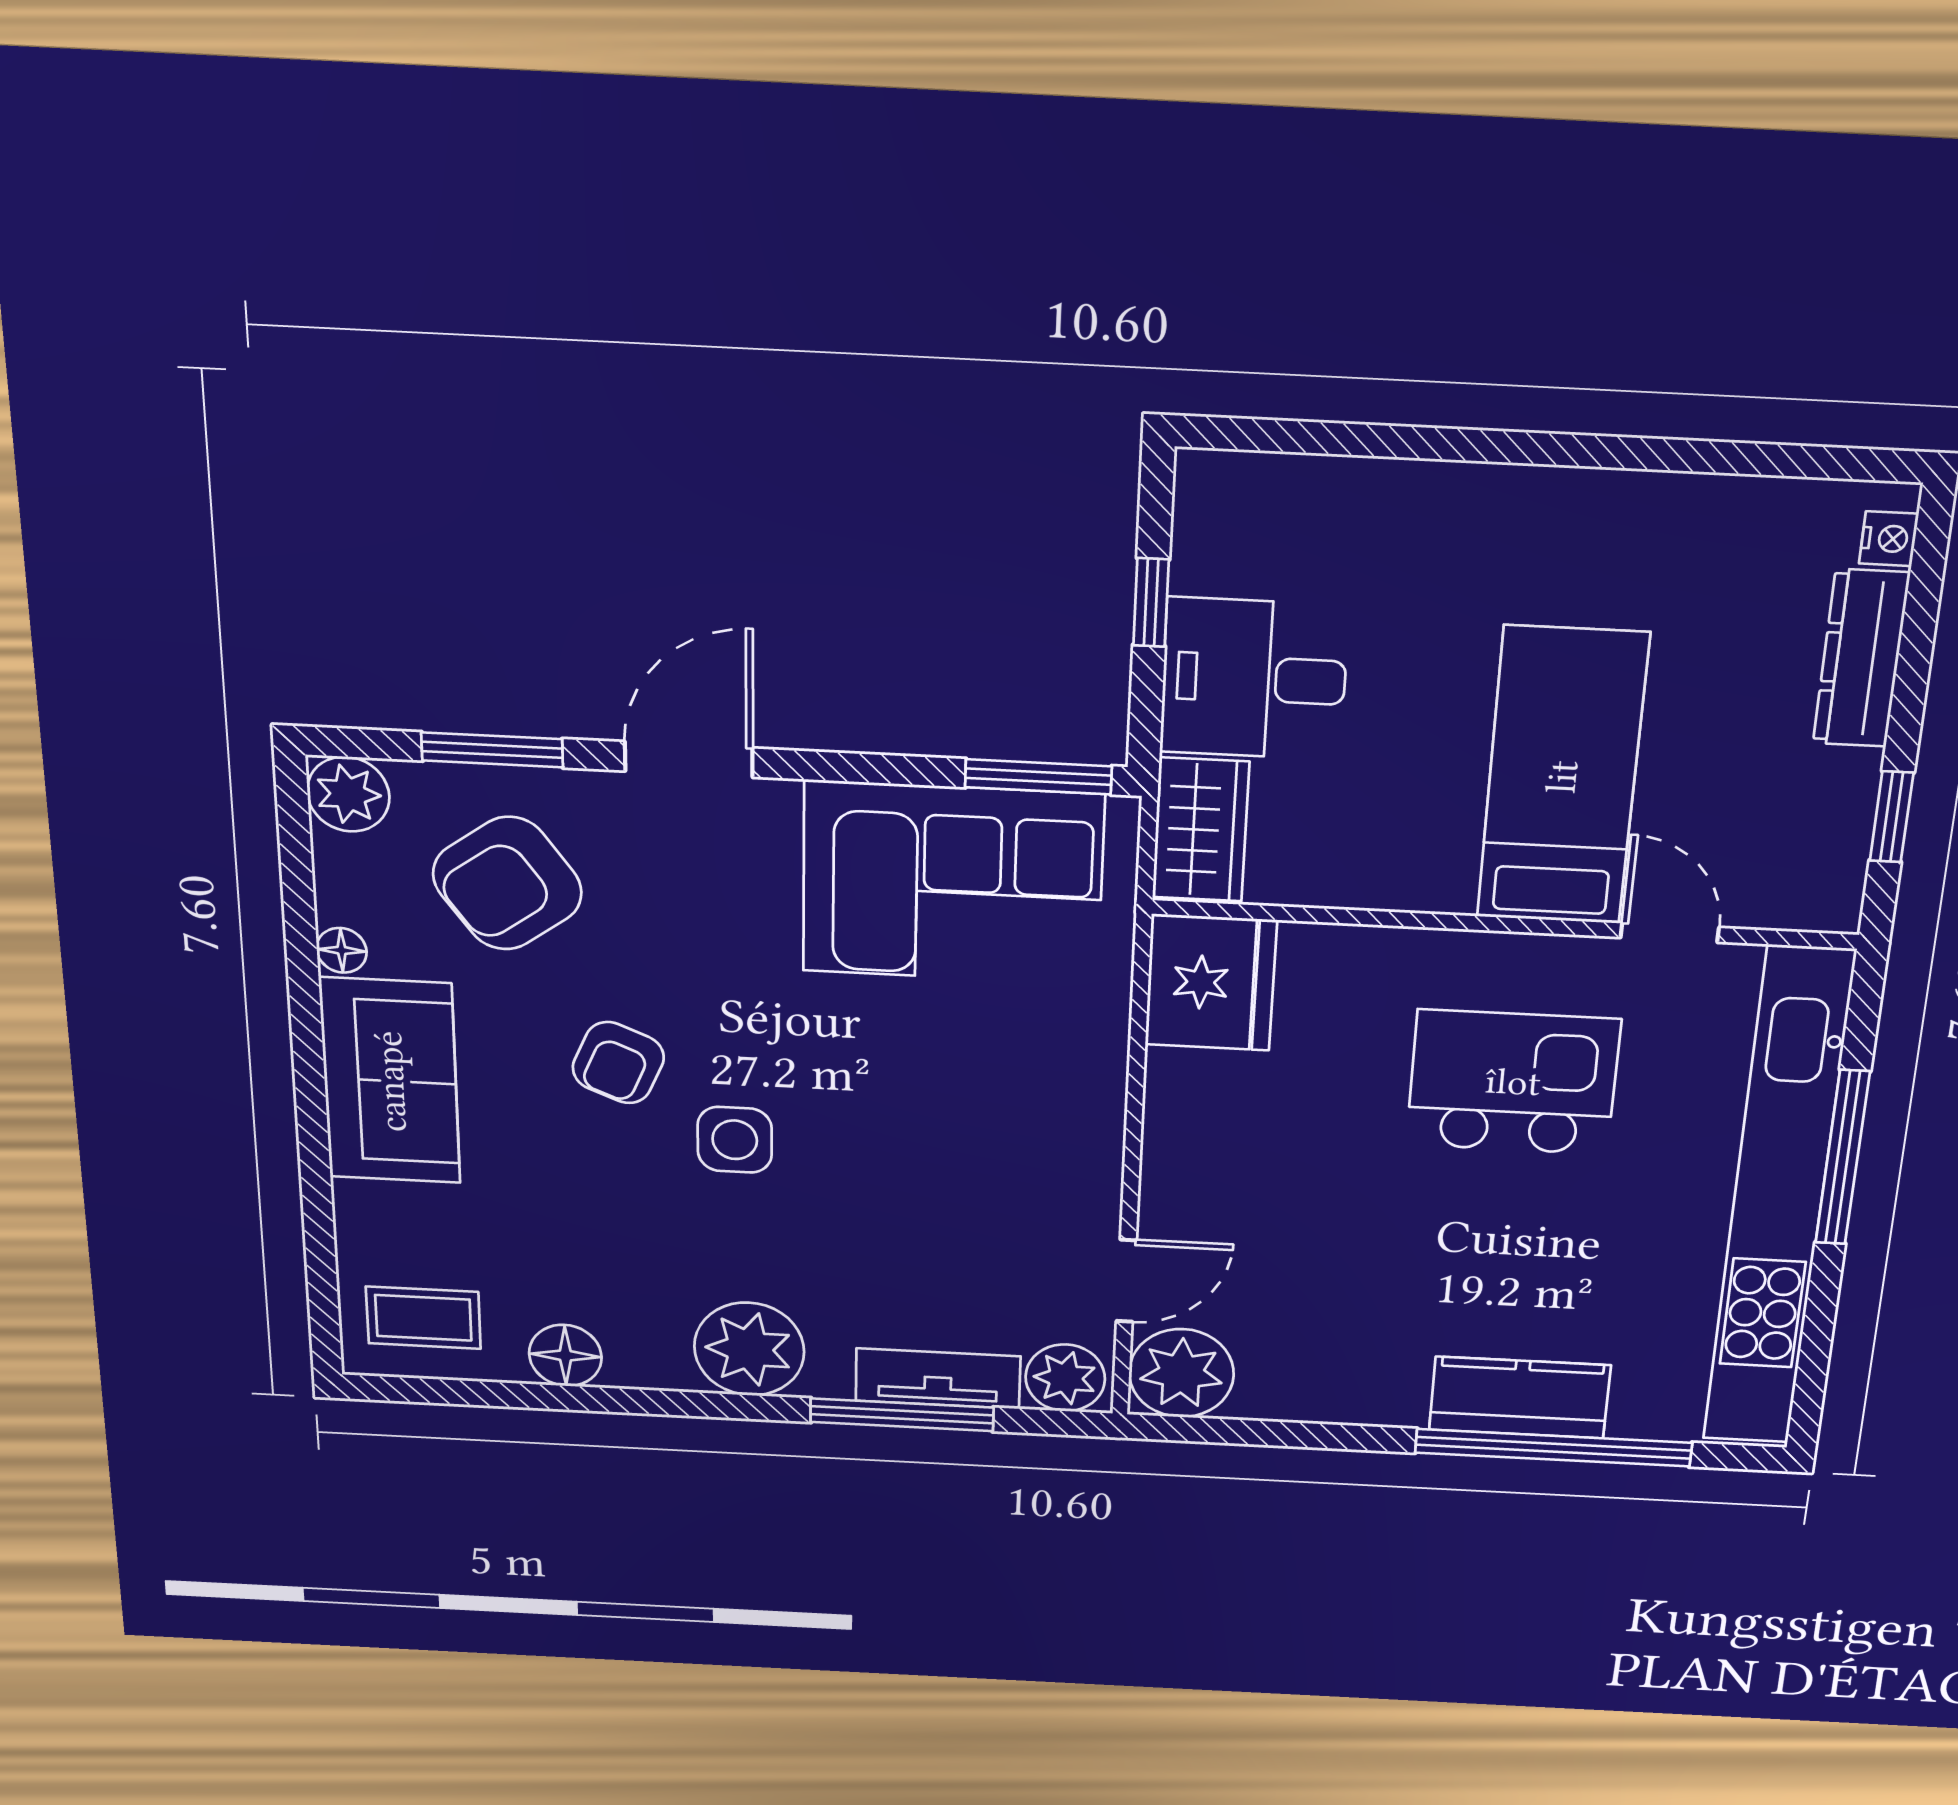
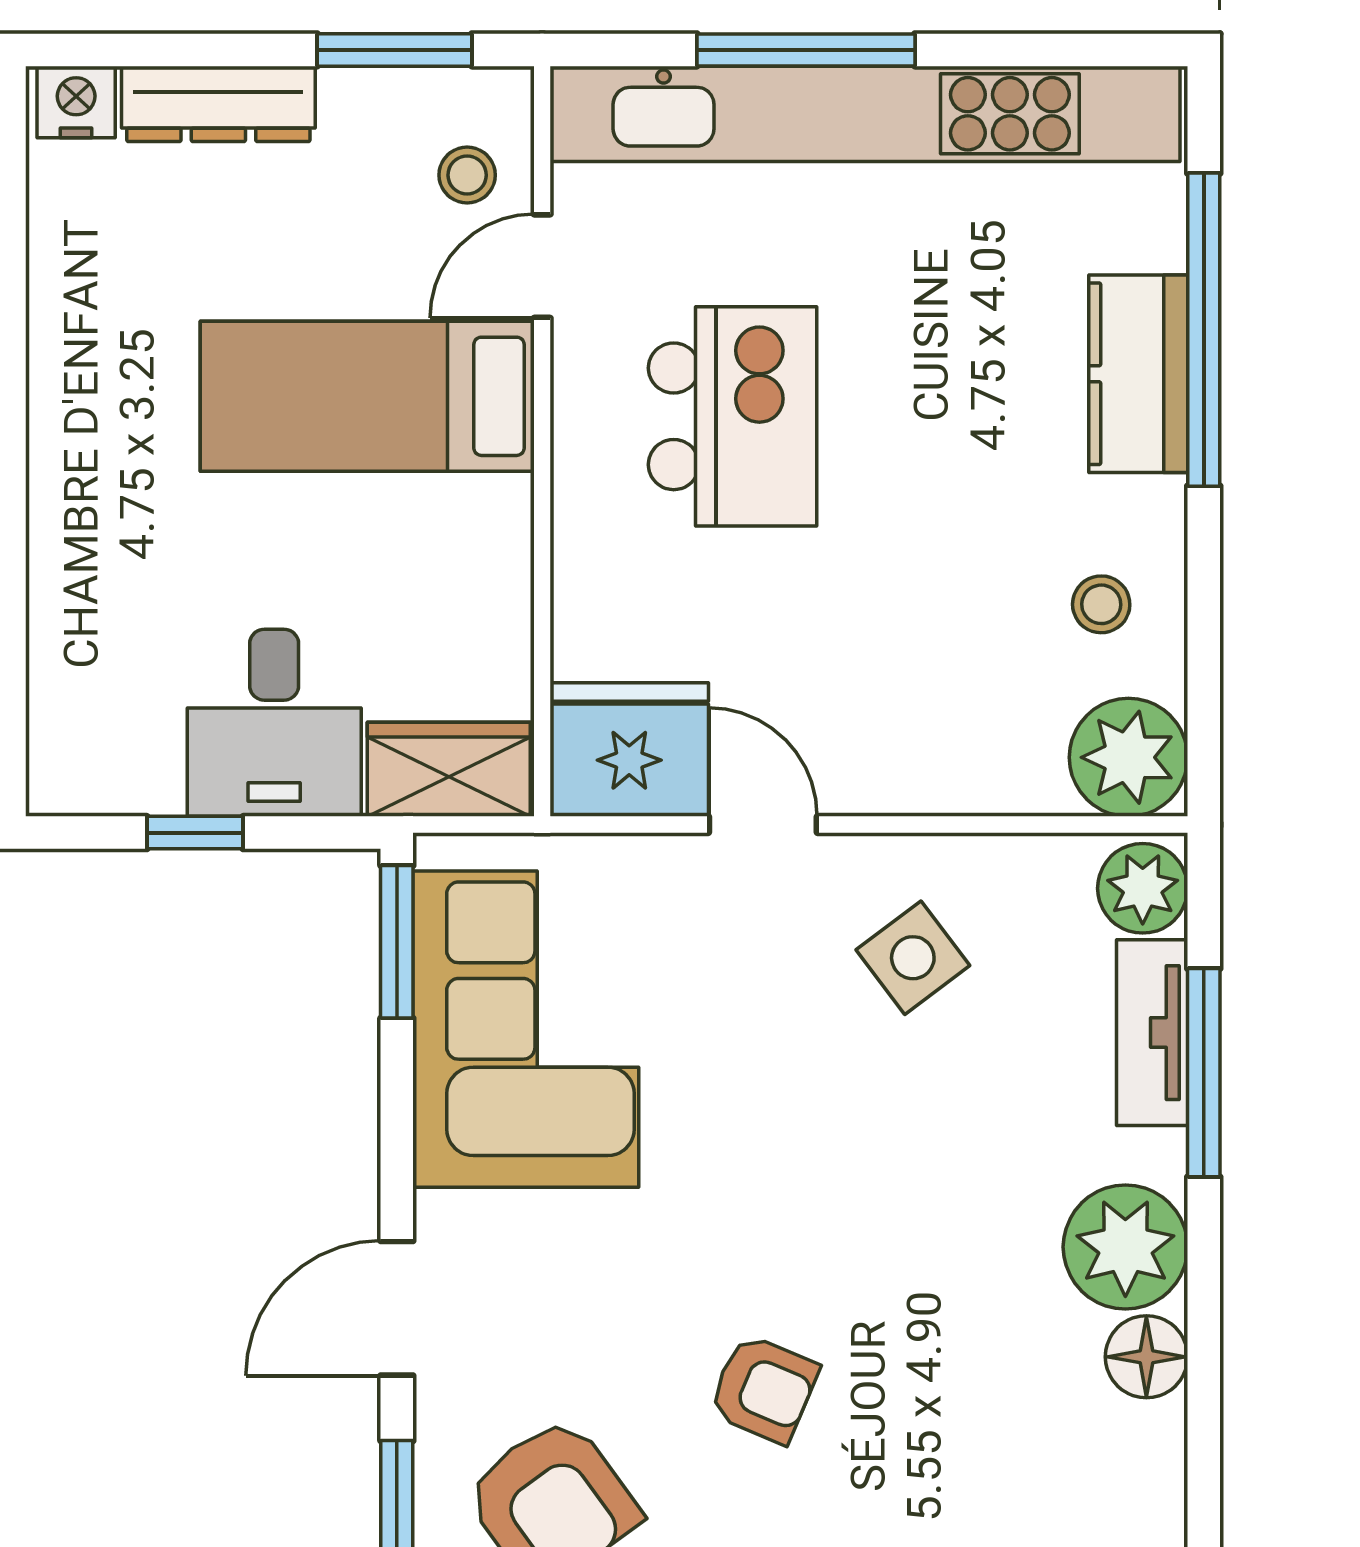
nightstand: (1889, 539) -> (76, 102), width x1.39, depth x1.35
door: (689, 759) -> (397, 1308), hinge flipped
window: (1892, 817) -> (395, 50), width x1.50
stool: (1764, 873) -> (467, 175), added
kitchen island: (1513, 1082) -> (733, 416), turned 180
side table: (735, 1140) -> (913, 958), moved, turned -37
door: (1126, 1281) -> (763, 825), moved
floor lamp: (565, 1355) -> (1146, 1357), moved
stool: (1318, 1360) -> (1101, 604), added

